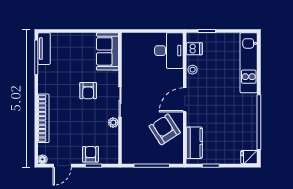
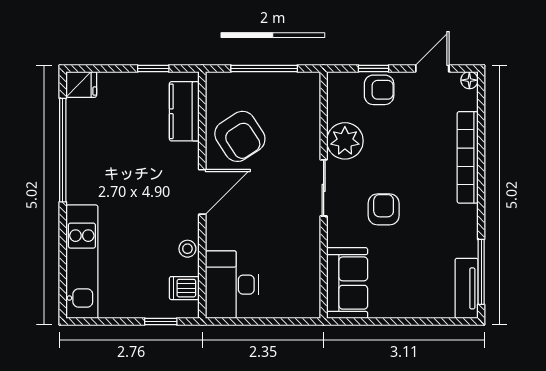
plant: (113, 123) -> (345, 141), width x1.88, depth x1.88
armchair: (91, 154) -> (379, 90), turned -90

